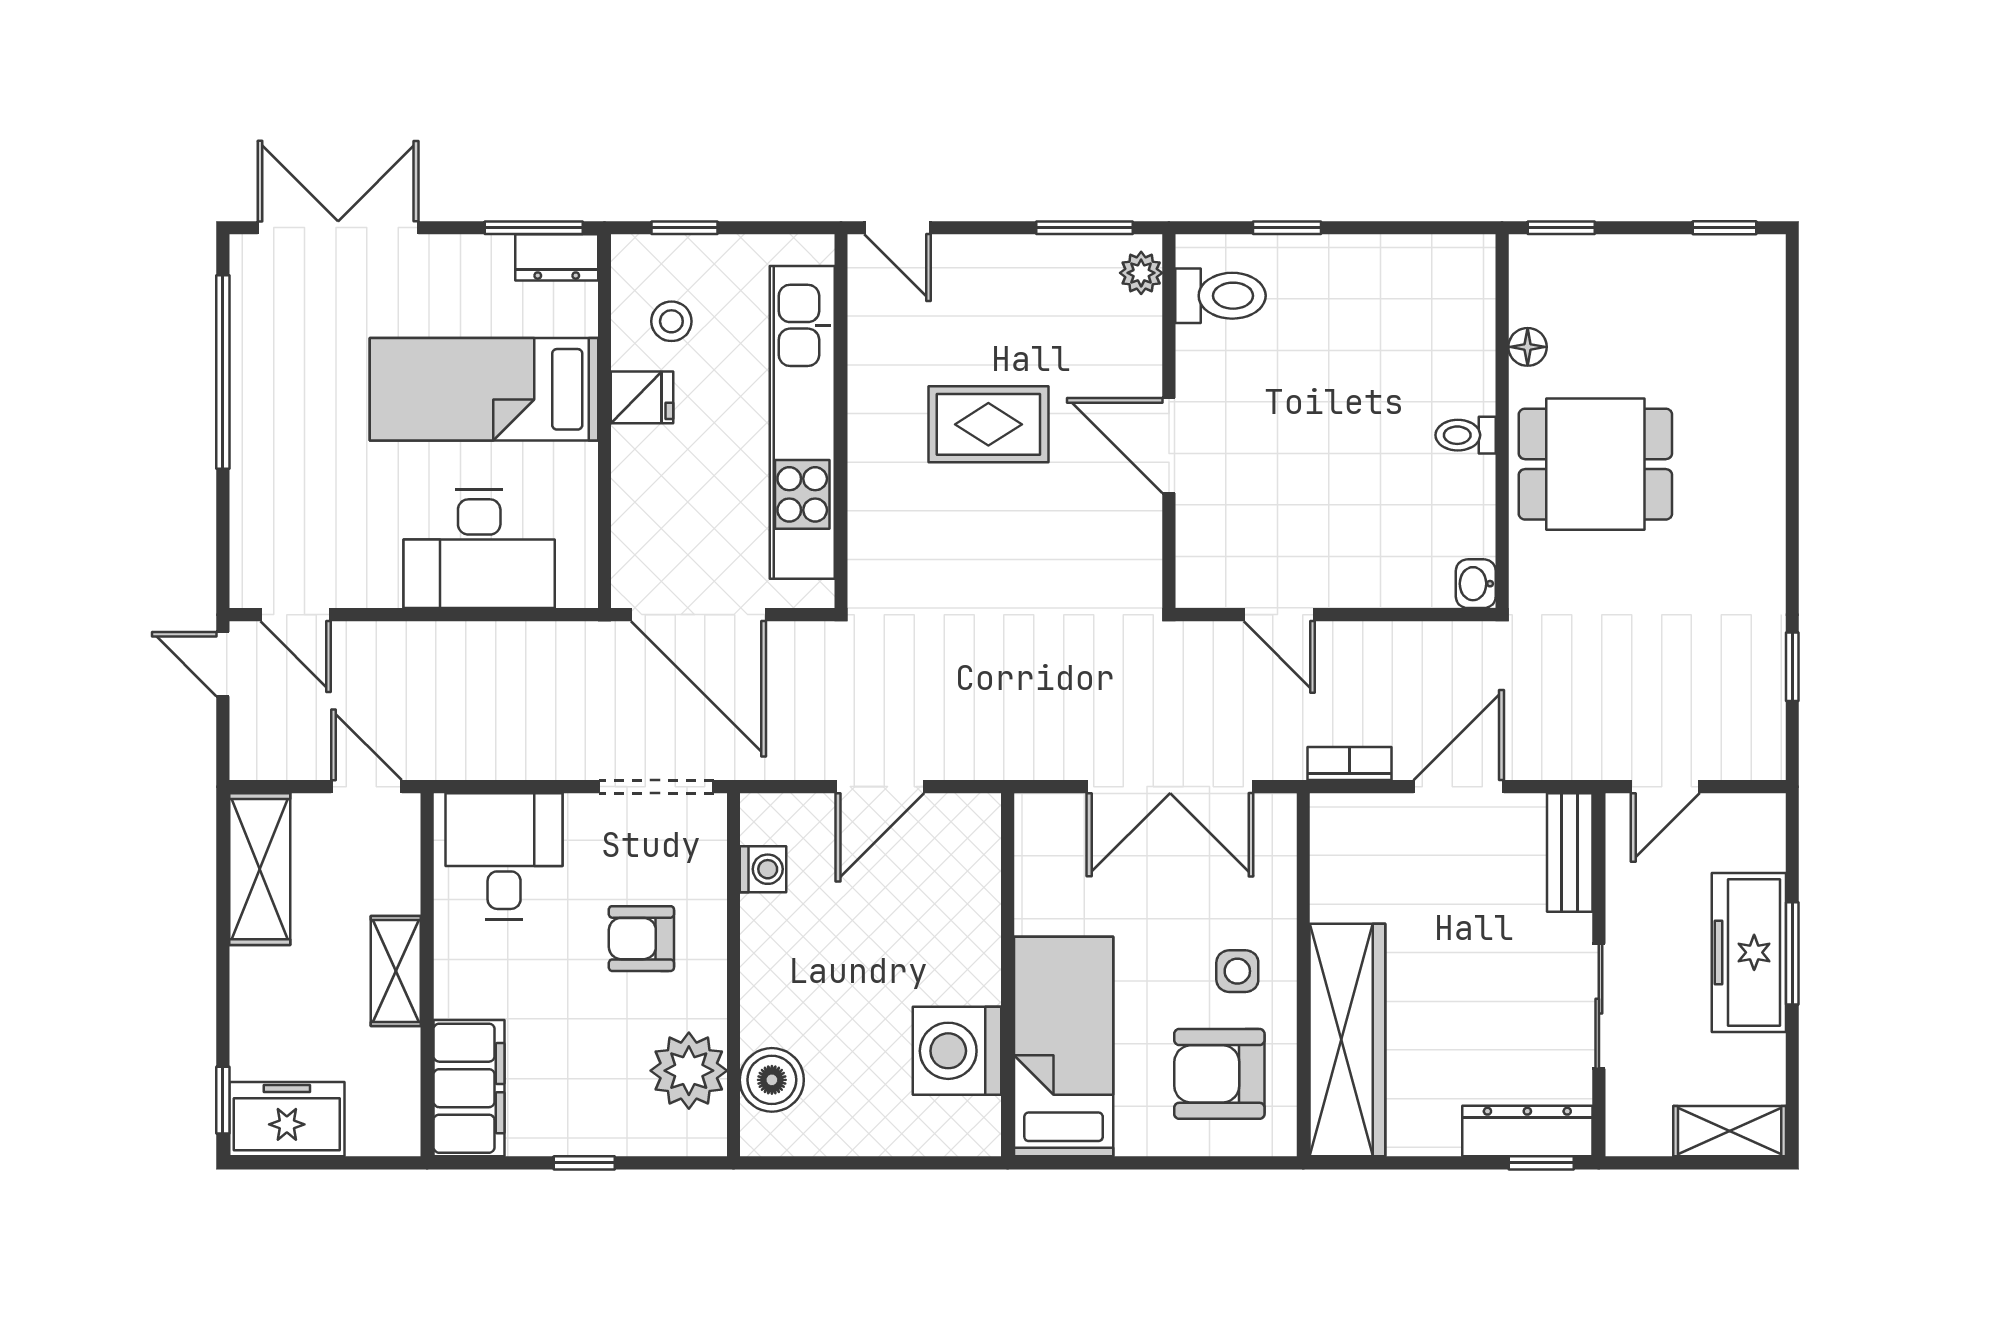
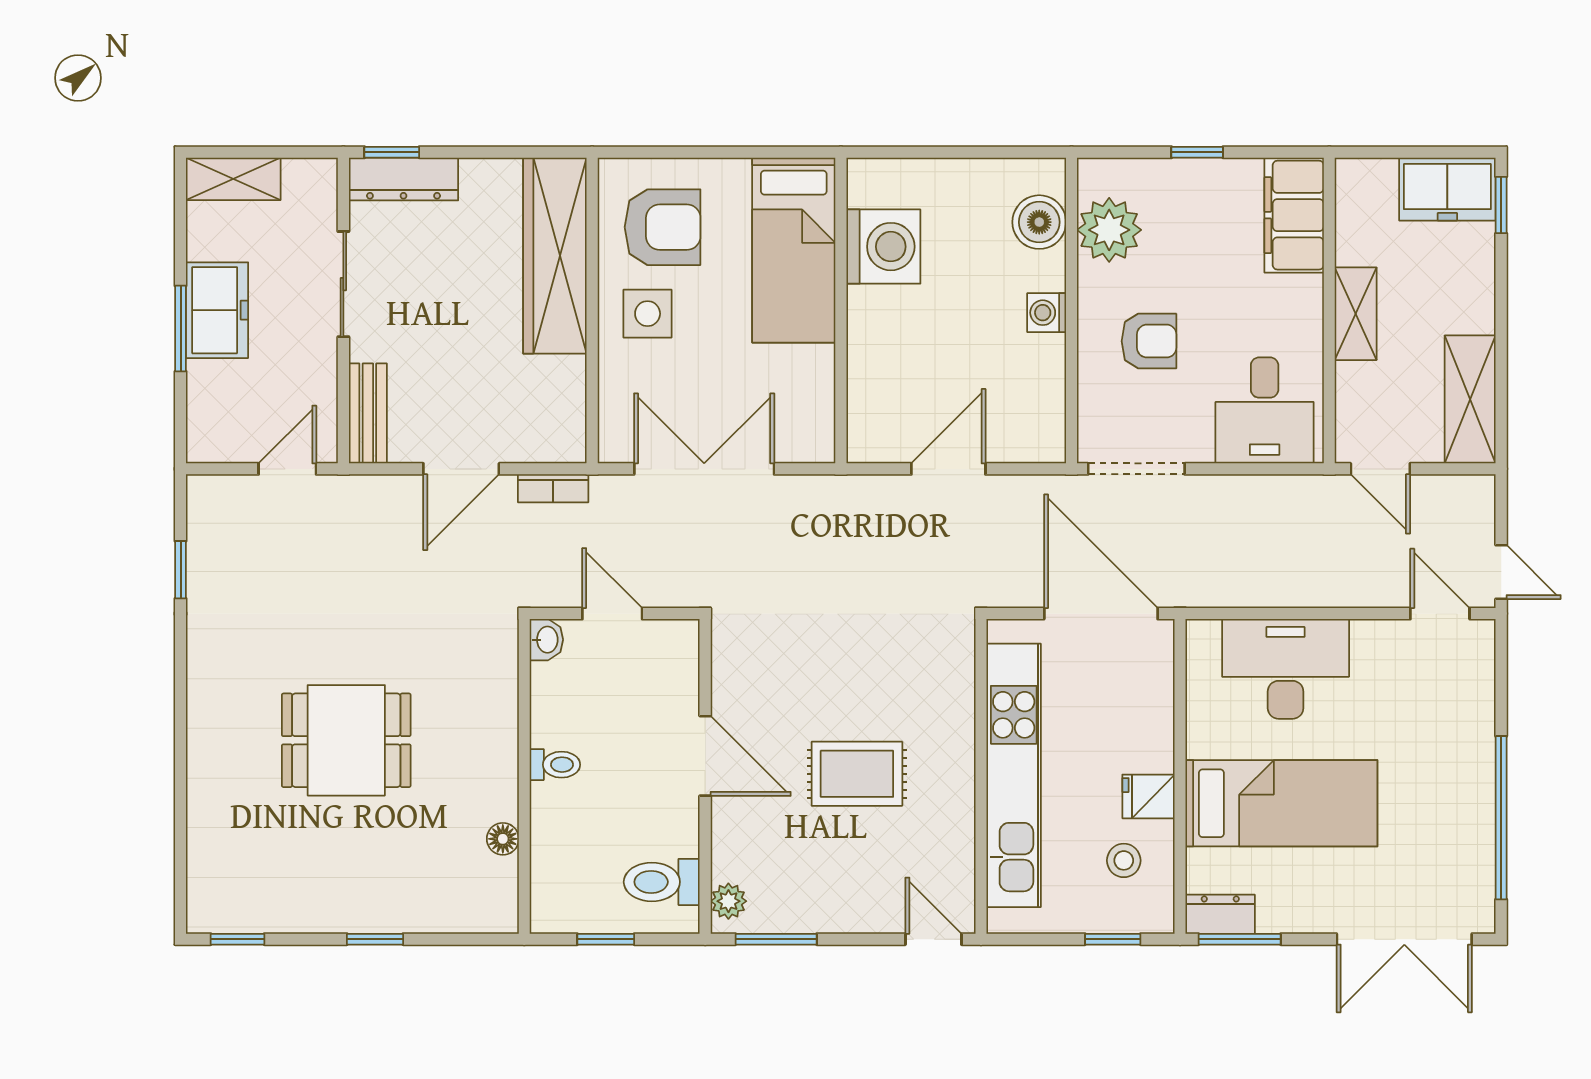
floor lamp: (1528, 347) -> (503, 839), moved
wall: (1502, 421) -> (524, 776), moved
toilet: (1466, 435) -> (555, 765), moved
washbasin: (1476, 584) -> (546, 640), moved
washing machine: (763, 869) -> (1047, 313), moved
freezer: (1749, 952) -> (217, 310), width x0.71
side table: (1237, 971) -> (648, 314), width x1.37, depth x1.37

